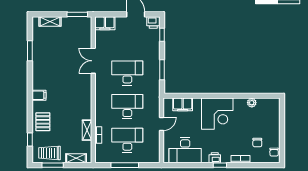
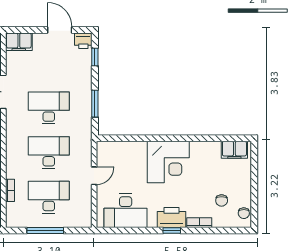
plant: (252, 103) -> (214, 147), removed
filing cabinet: (183, 104) -> (234, 150), moved
printer: (215, 158) -> (172, 217), width x1.87, depth x1.48

